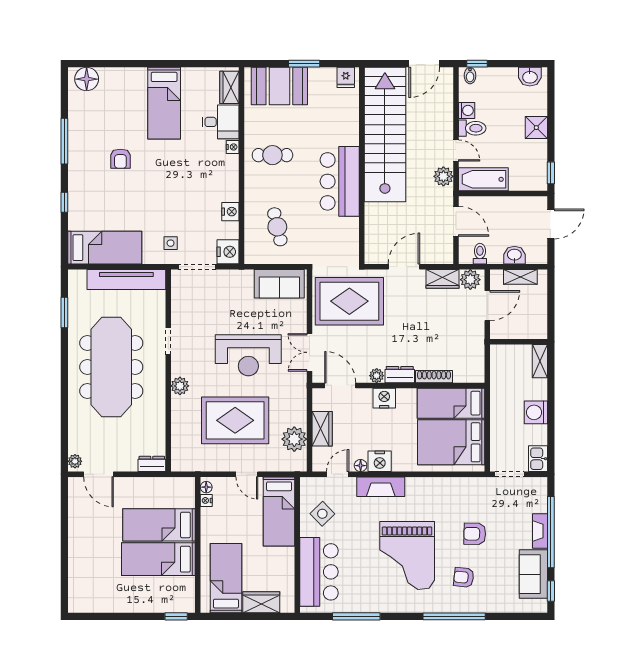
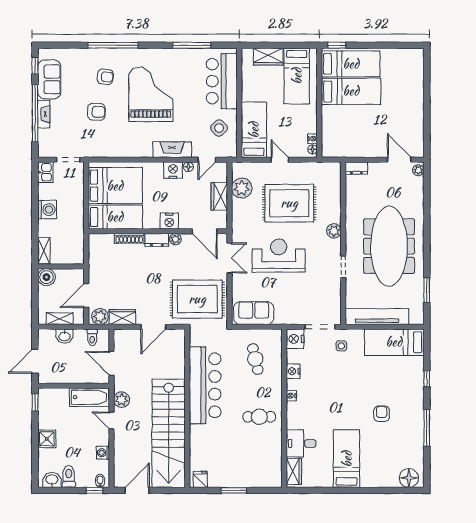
booth: (279, 86) -> (254, 472), removed
toilet: (472, 128) -> (69, 477), moved, turned 90
nightstand: (233, 147) -> (291, 396), moved
bar counter: (340, 181) -> (205, 385), width x1.36
boiler: (537, 328) -> (46, 277), added
bed: (159, 525) -> (351, 64), moved

